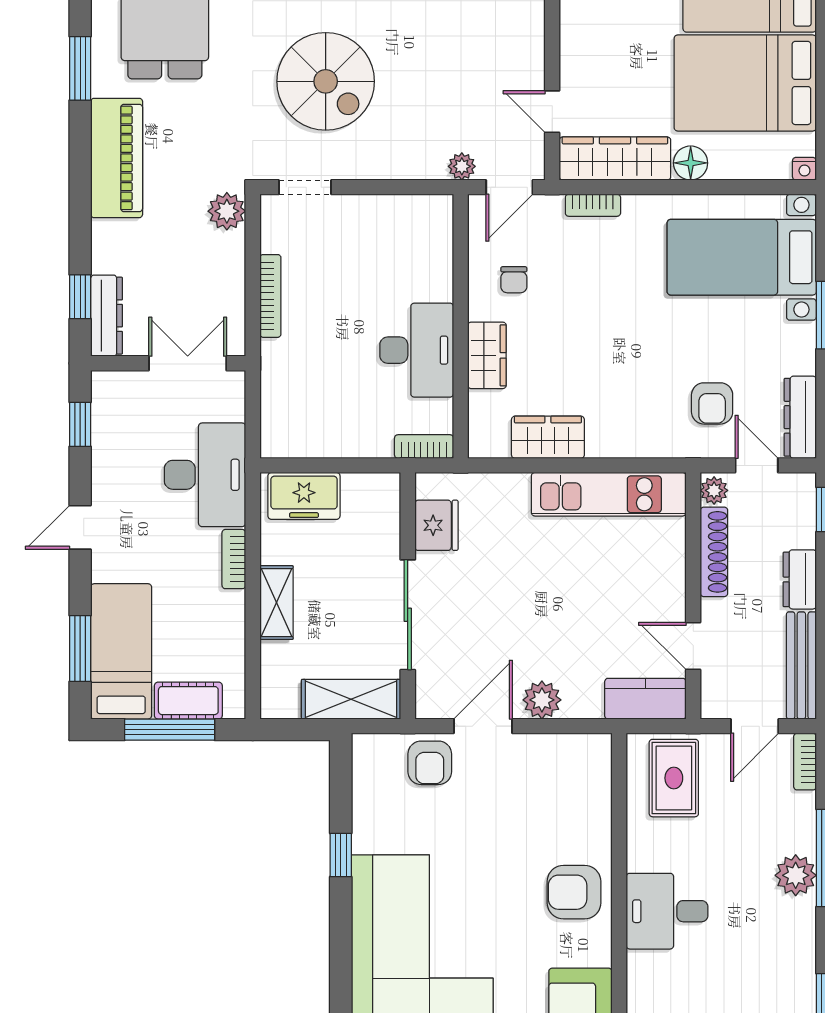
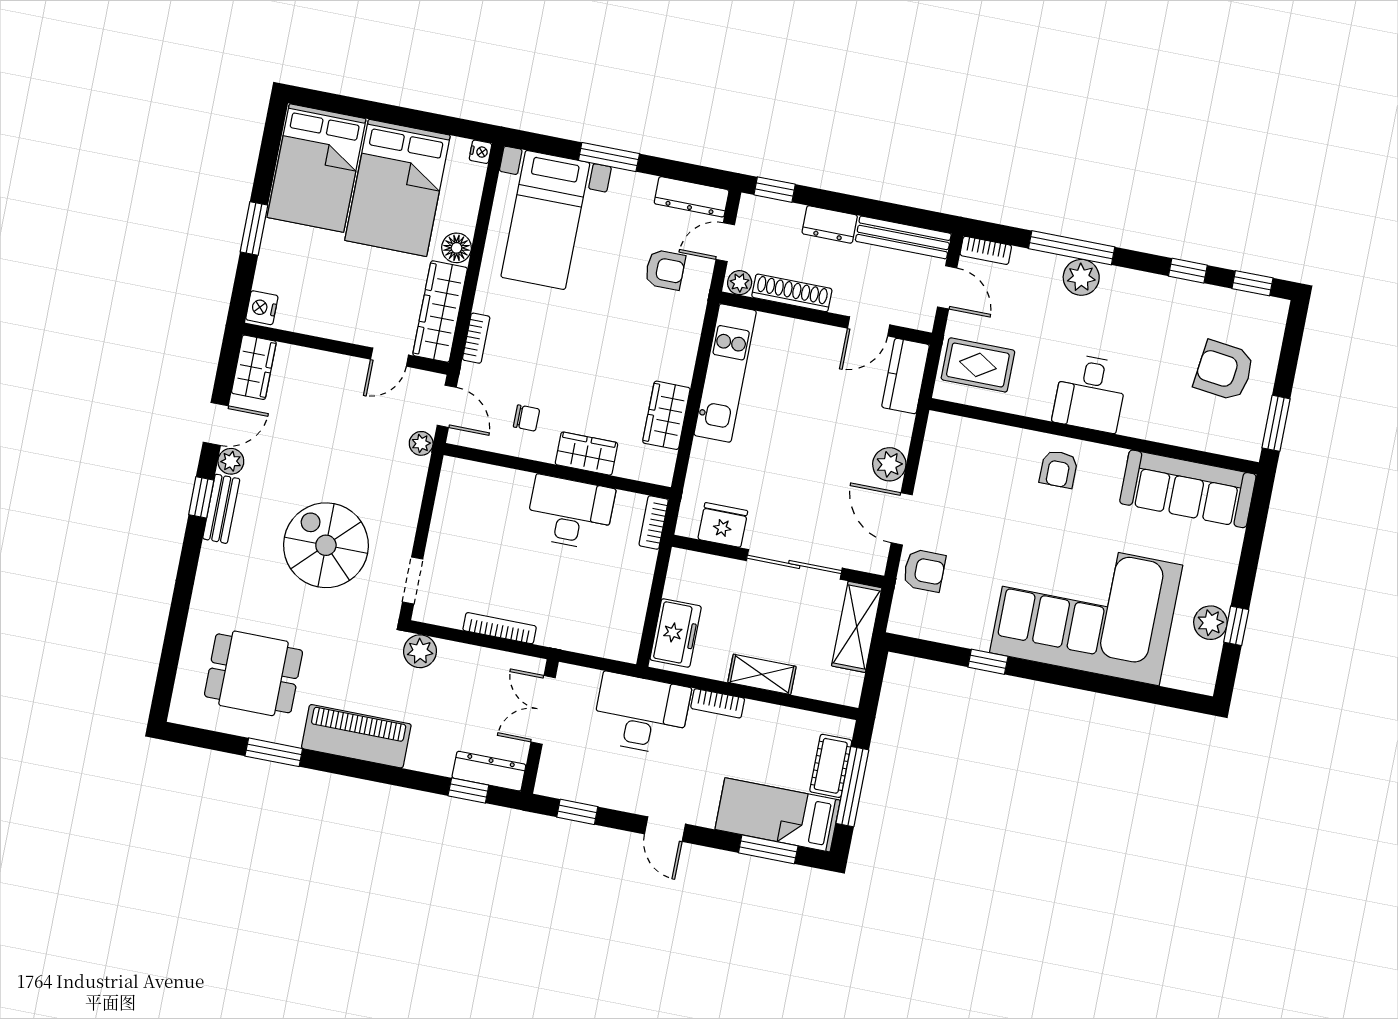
spiral stairs: (326, 81) -> (326, 545), turned -90
armchair: (574, 892) -> (1059, 469), width x0.72, depth x0.72

